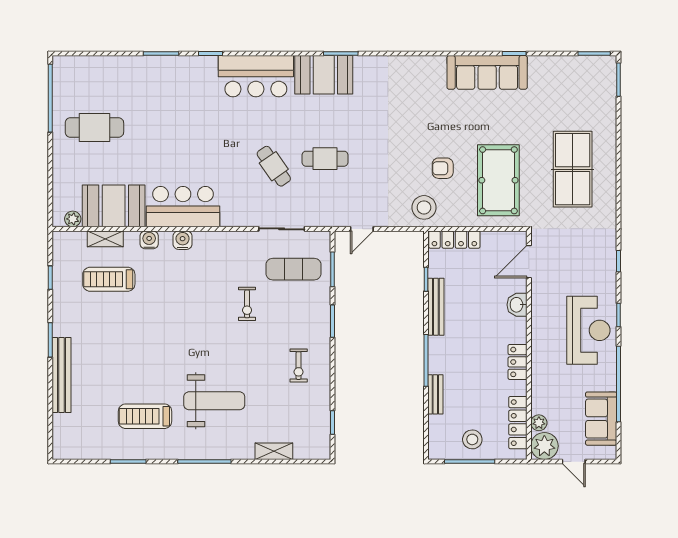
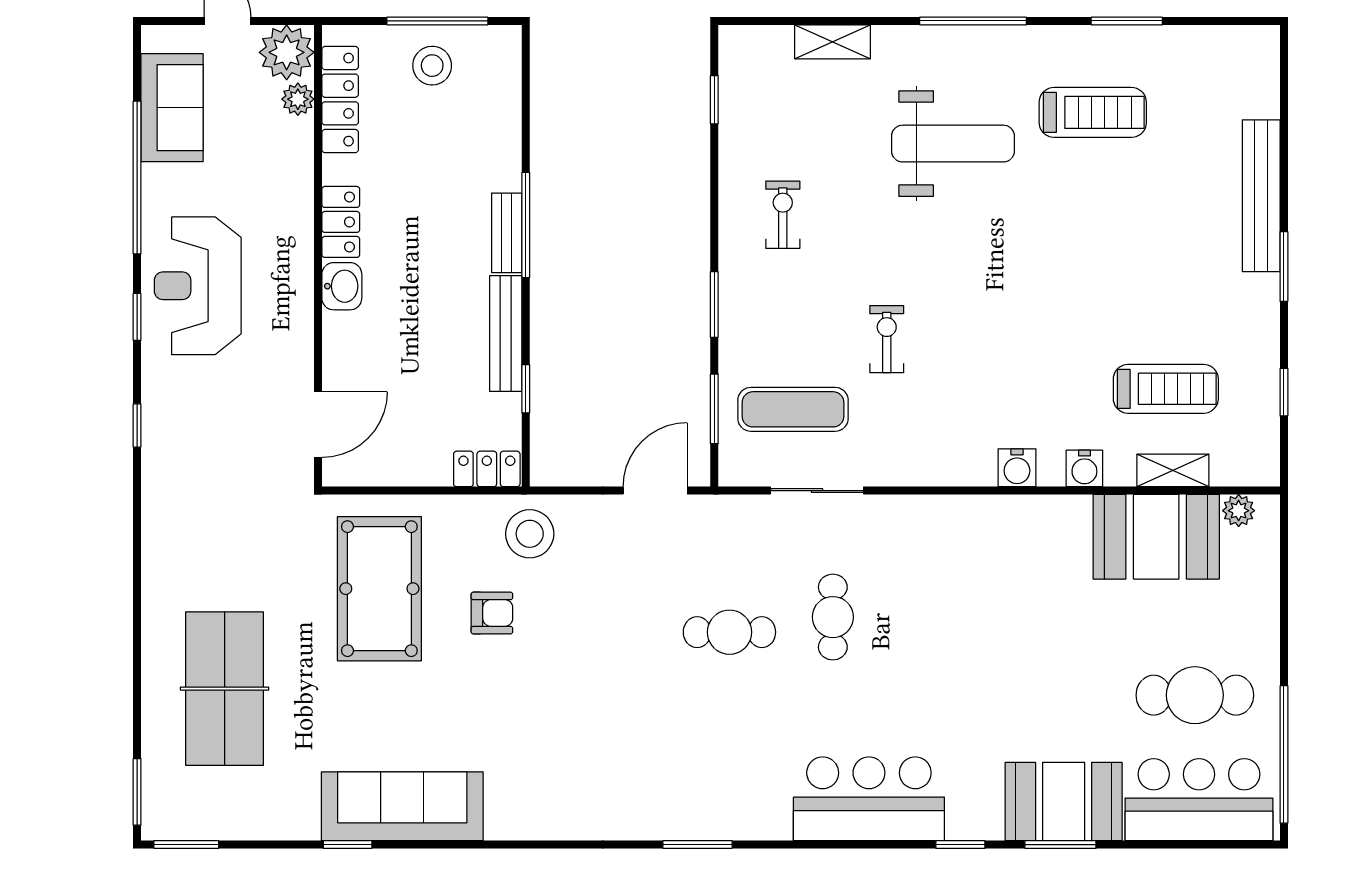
booth: (324, 75) -> (1064, 802), moved
cafe table: (274, 166) -> (833, 617), turned 35
table tennis table: (573, 169) -> (225, 689), moved
bar counter: (183, 207) -> (1199, 800), moved, turned 180
door: (362, 229) -> (655, 491), width x1.38
locker: (454, 240) -> (487, 469), width x0.66
washbasin: (517, 305) -> (342, 286), moved
bench: (435, 394) -> (507, 233), moved
weight bench: (214, 401) -> (953, 144), turned 180

